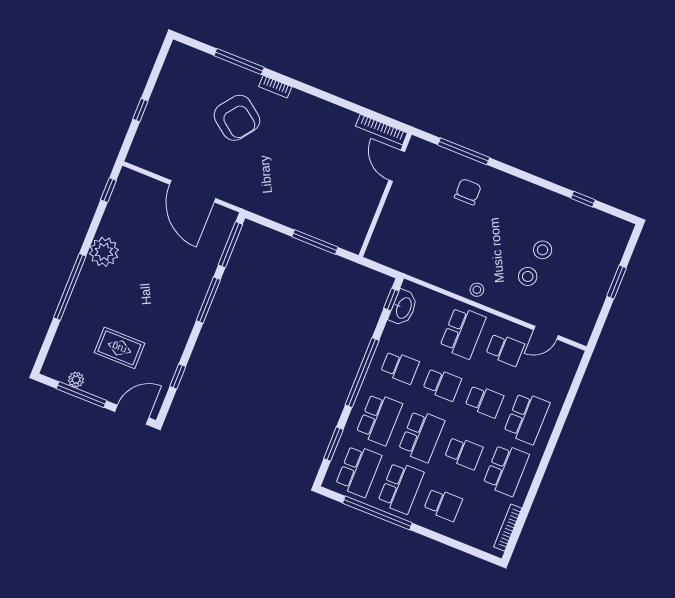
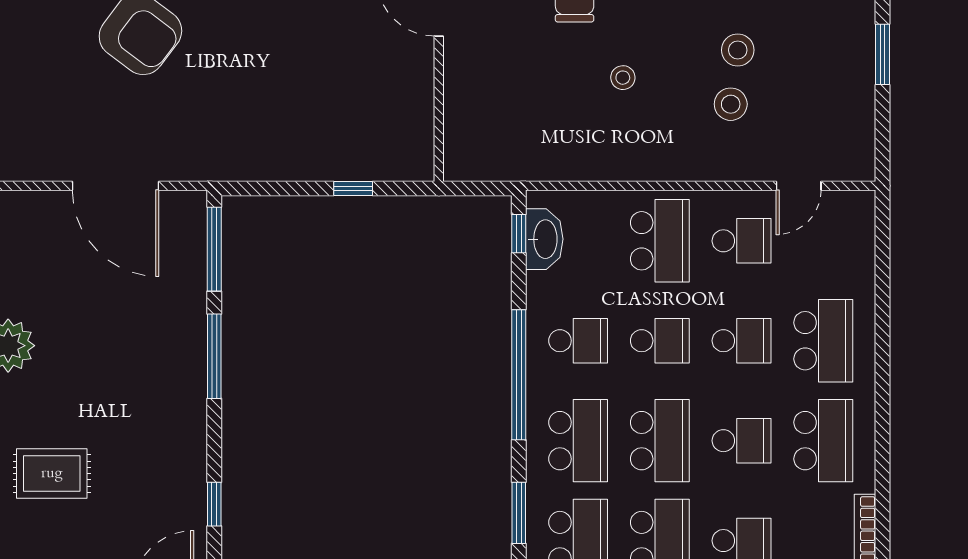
window: (315, 242) -> (353, 188), width x0.46
stool: (477, 290) -> (623, 78), moved
rug: (119, 348) -> (52, 474), moved

